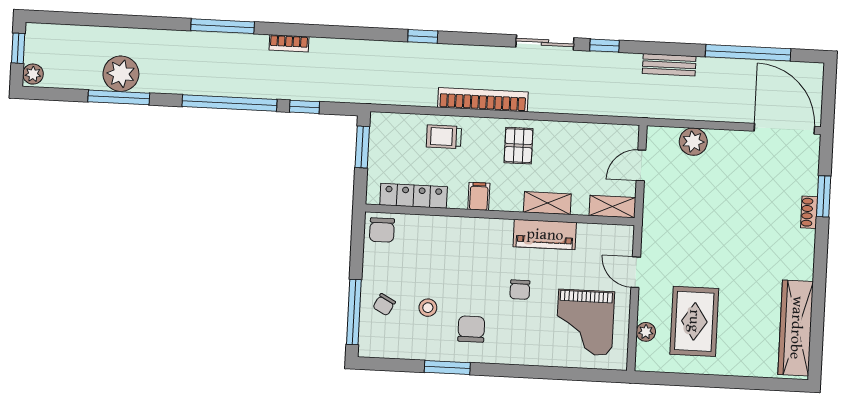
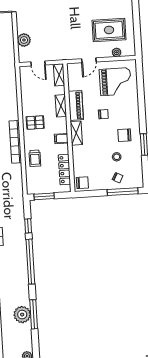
shelving: (487, 229) -> (76, 133), added

